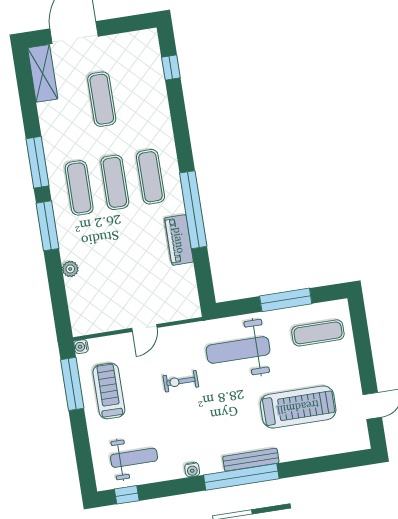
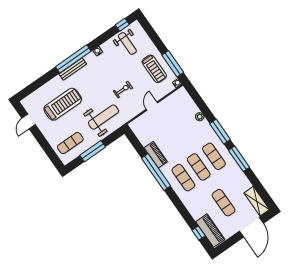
piano: (149, 62) -> (210, 231), added
treadmill: (298, 407) -> (63, 104), turned 180
weight bench: (134, 458) -> (127, 43), turned -90

